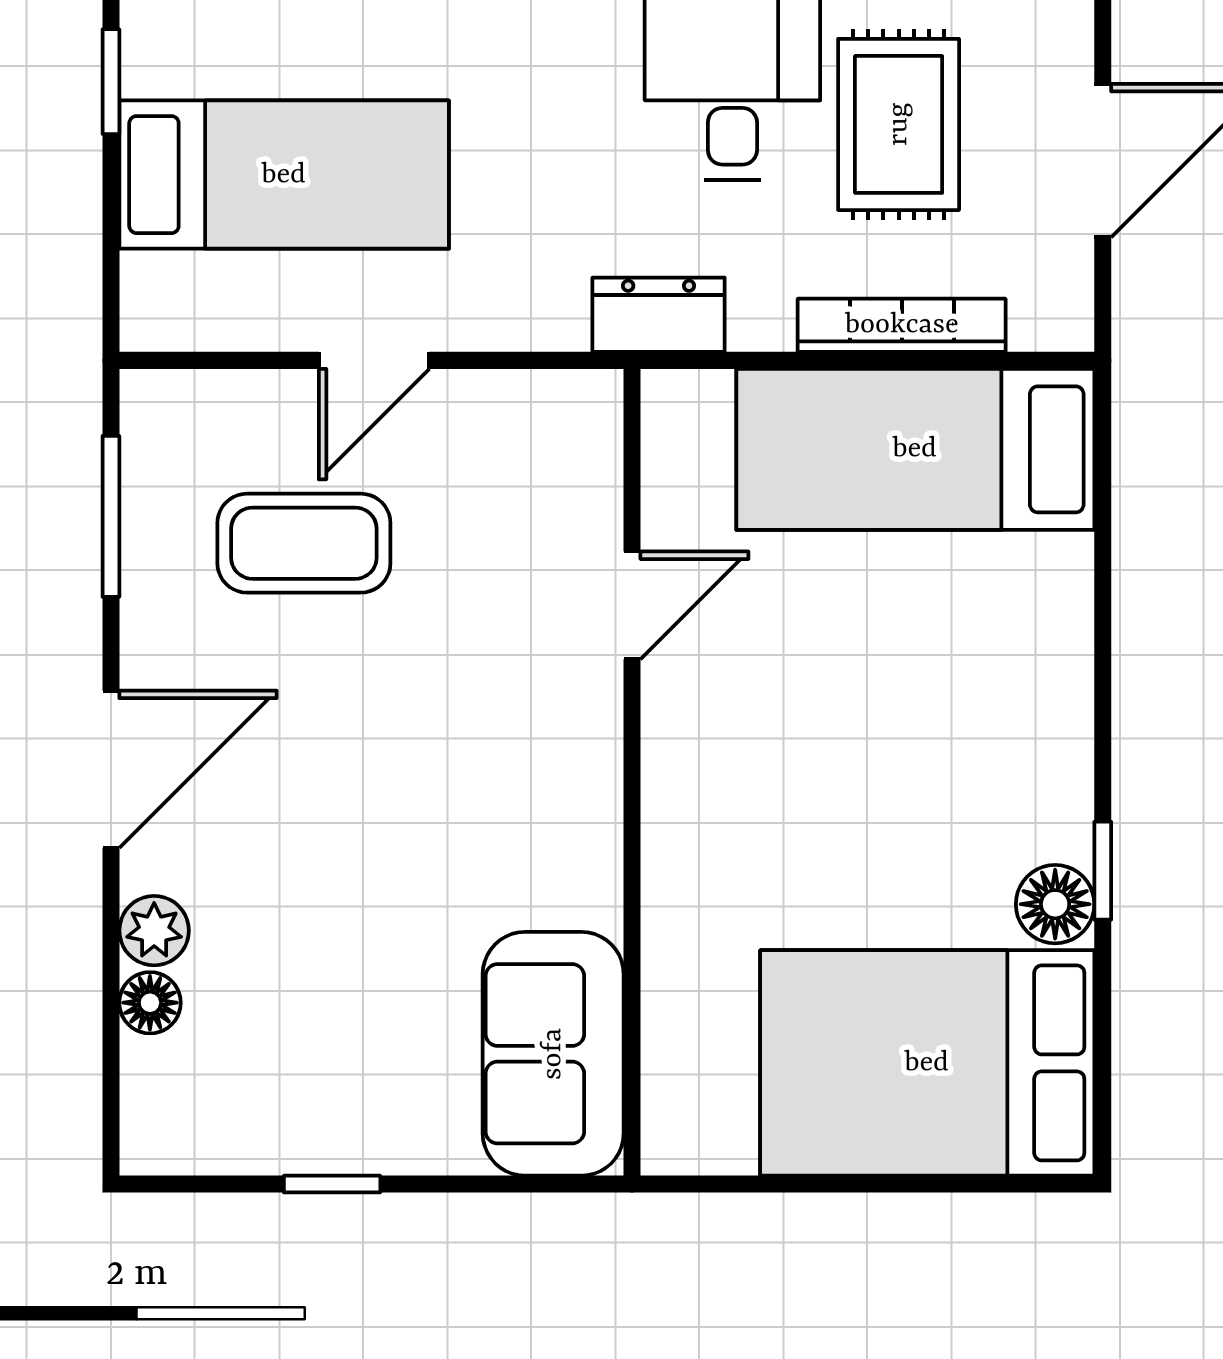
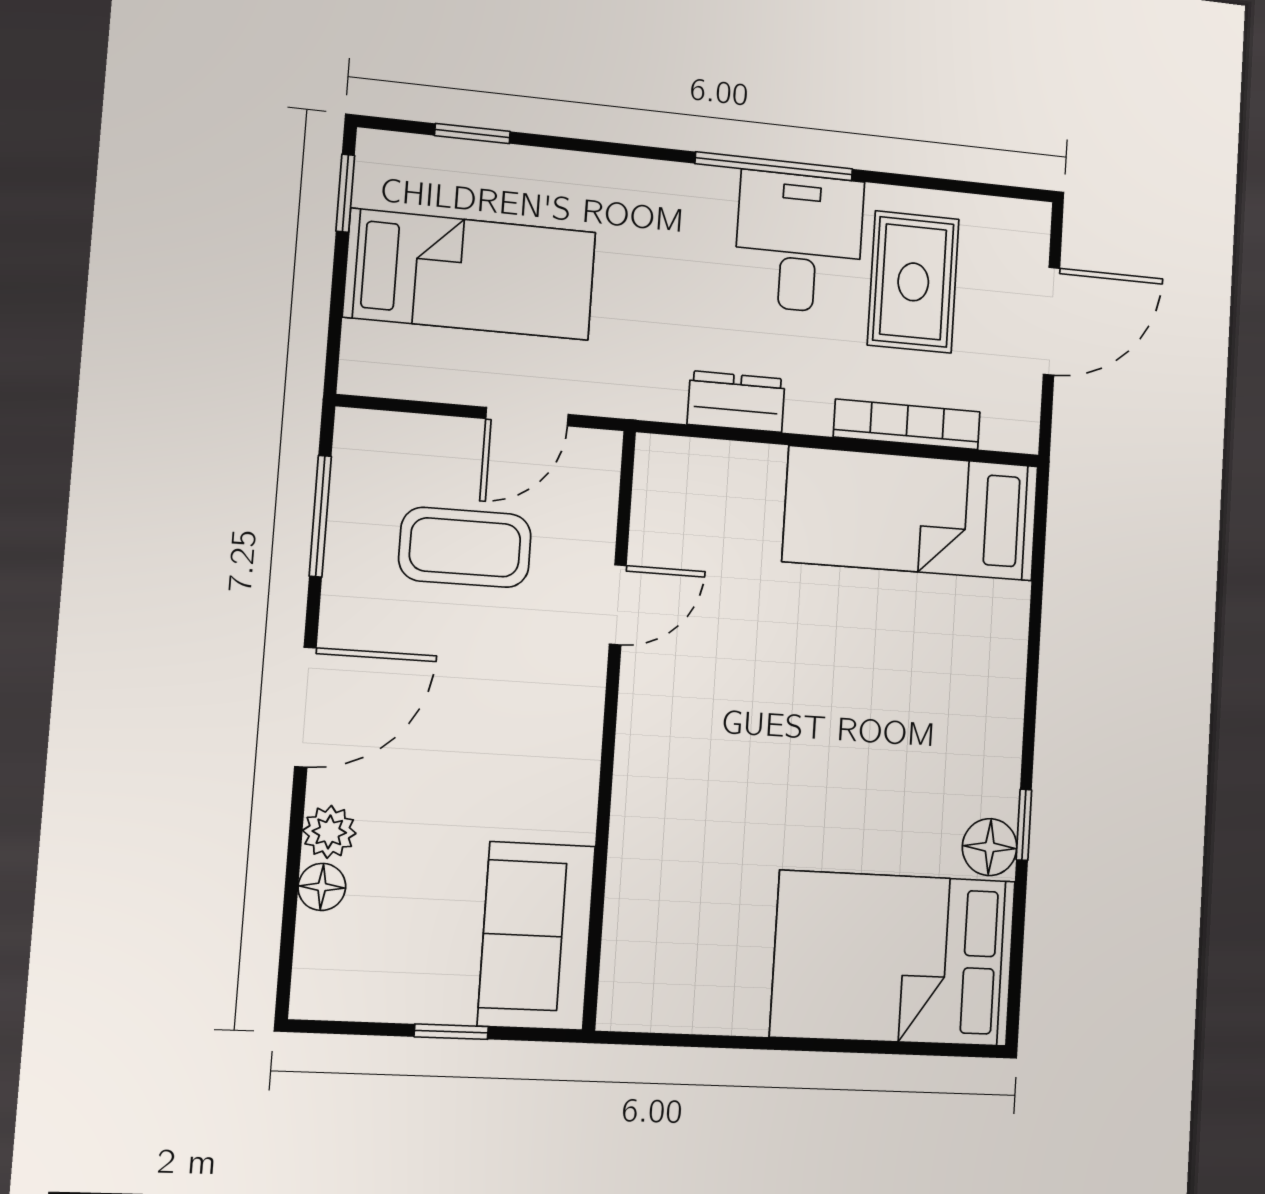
door: (632, 605) -> (618, 605), moved
wall: (632, 772) -> (609, 728), moved
sofa: (553, 1054) -> (536, 936), moved

